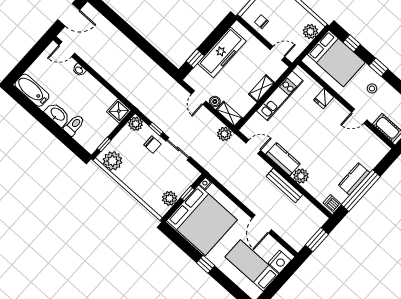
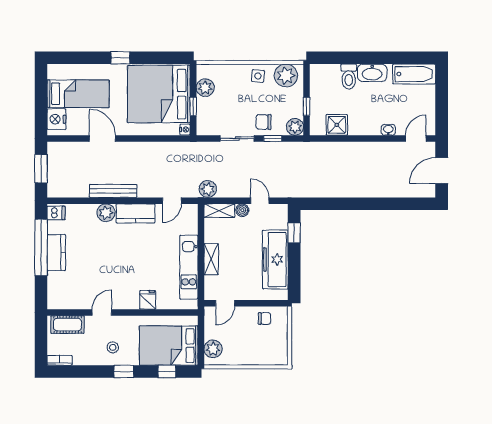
shower: (119, 111) -> (337, 125), moved
window: (104, 144) -> (307, 107), moved
side table: (130, 176) -> (258, 76), added

